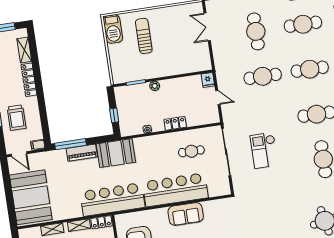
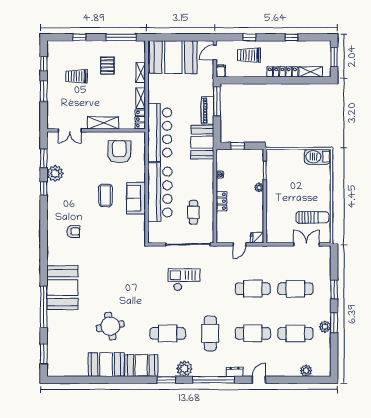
cafe table: (303, 24) -> (295, 333), turned 90
sun lounger: (144, 36) -> (312, 217), moved
cafe table: (310, 69) -> (253, 333), turned 90
cafe table: (263, 76) -> (253, 289), turned 90

